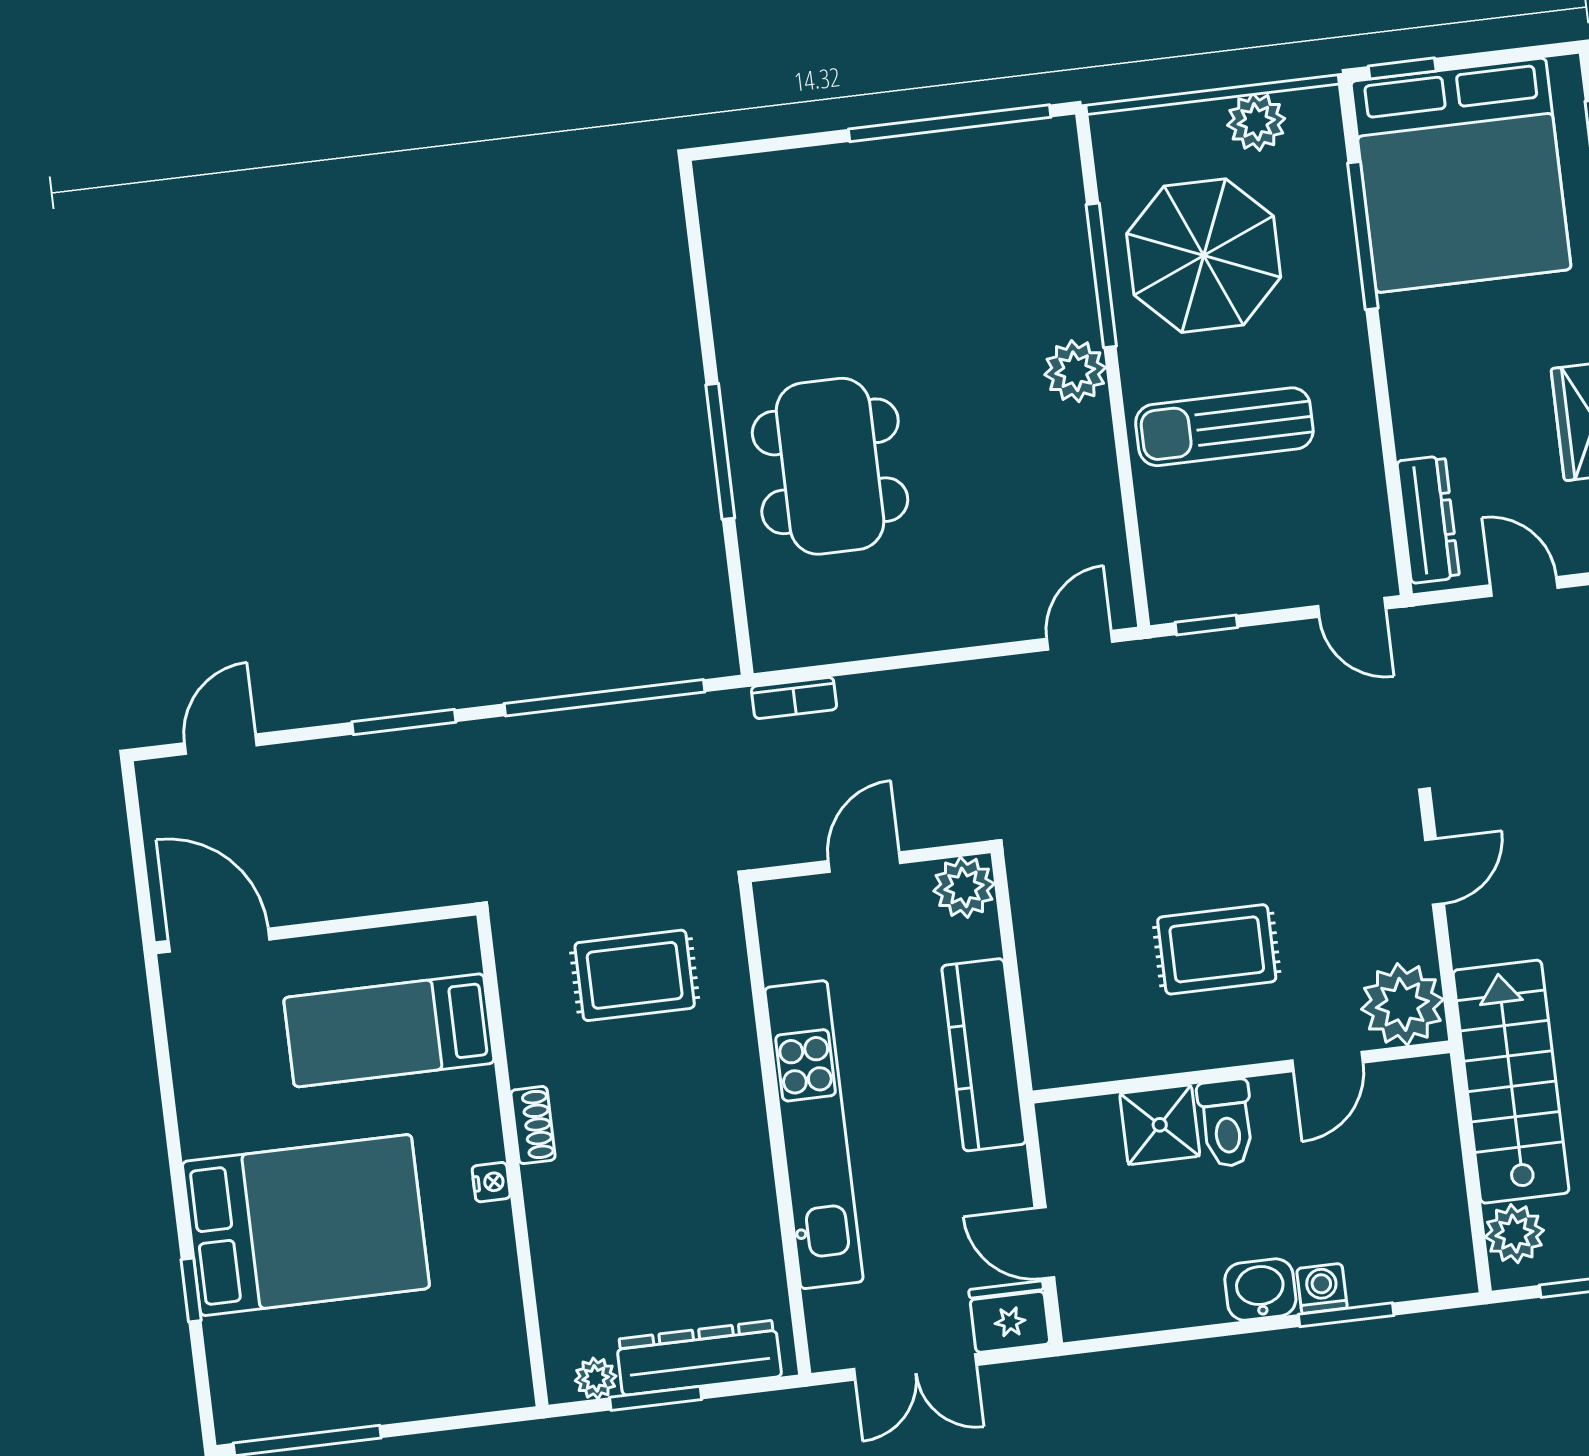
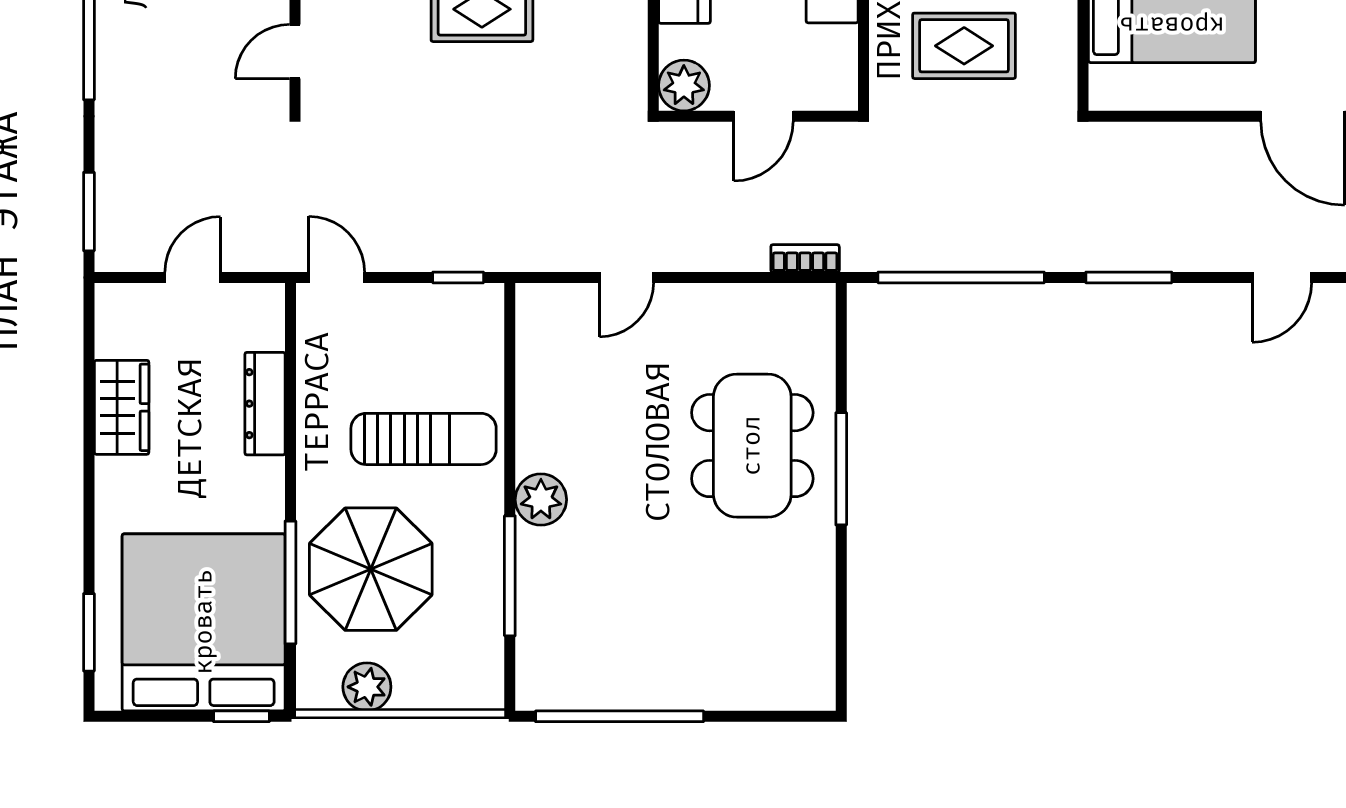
parasol: (1204, 256) -> (371, 569), moved
dresser: (1428, 519) -> (265, 404), moved
door: (1524, 586) -> (193, 277), swing flipped
door: (1080, 640) -> (627, 277), moved

